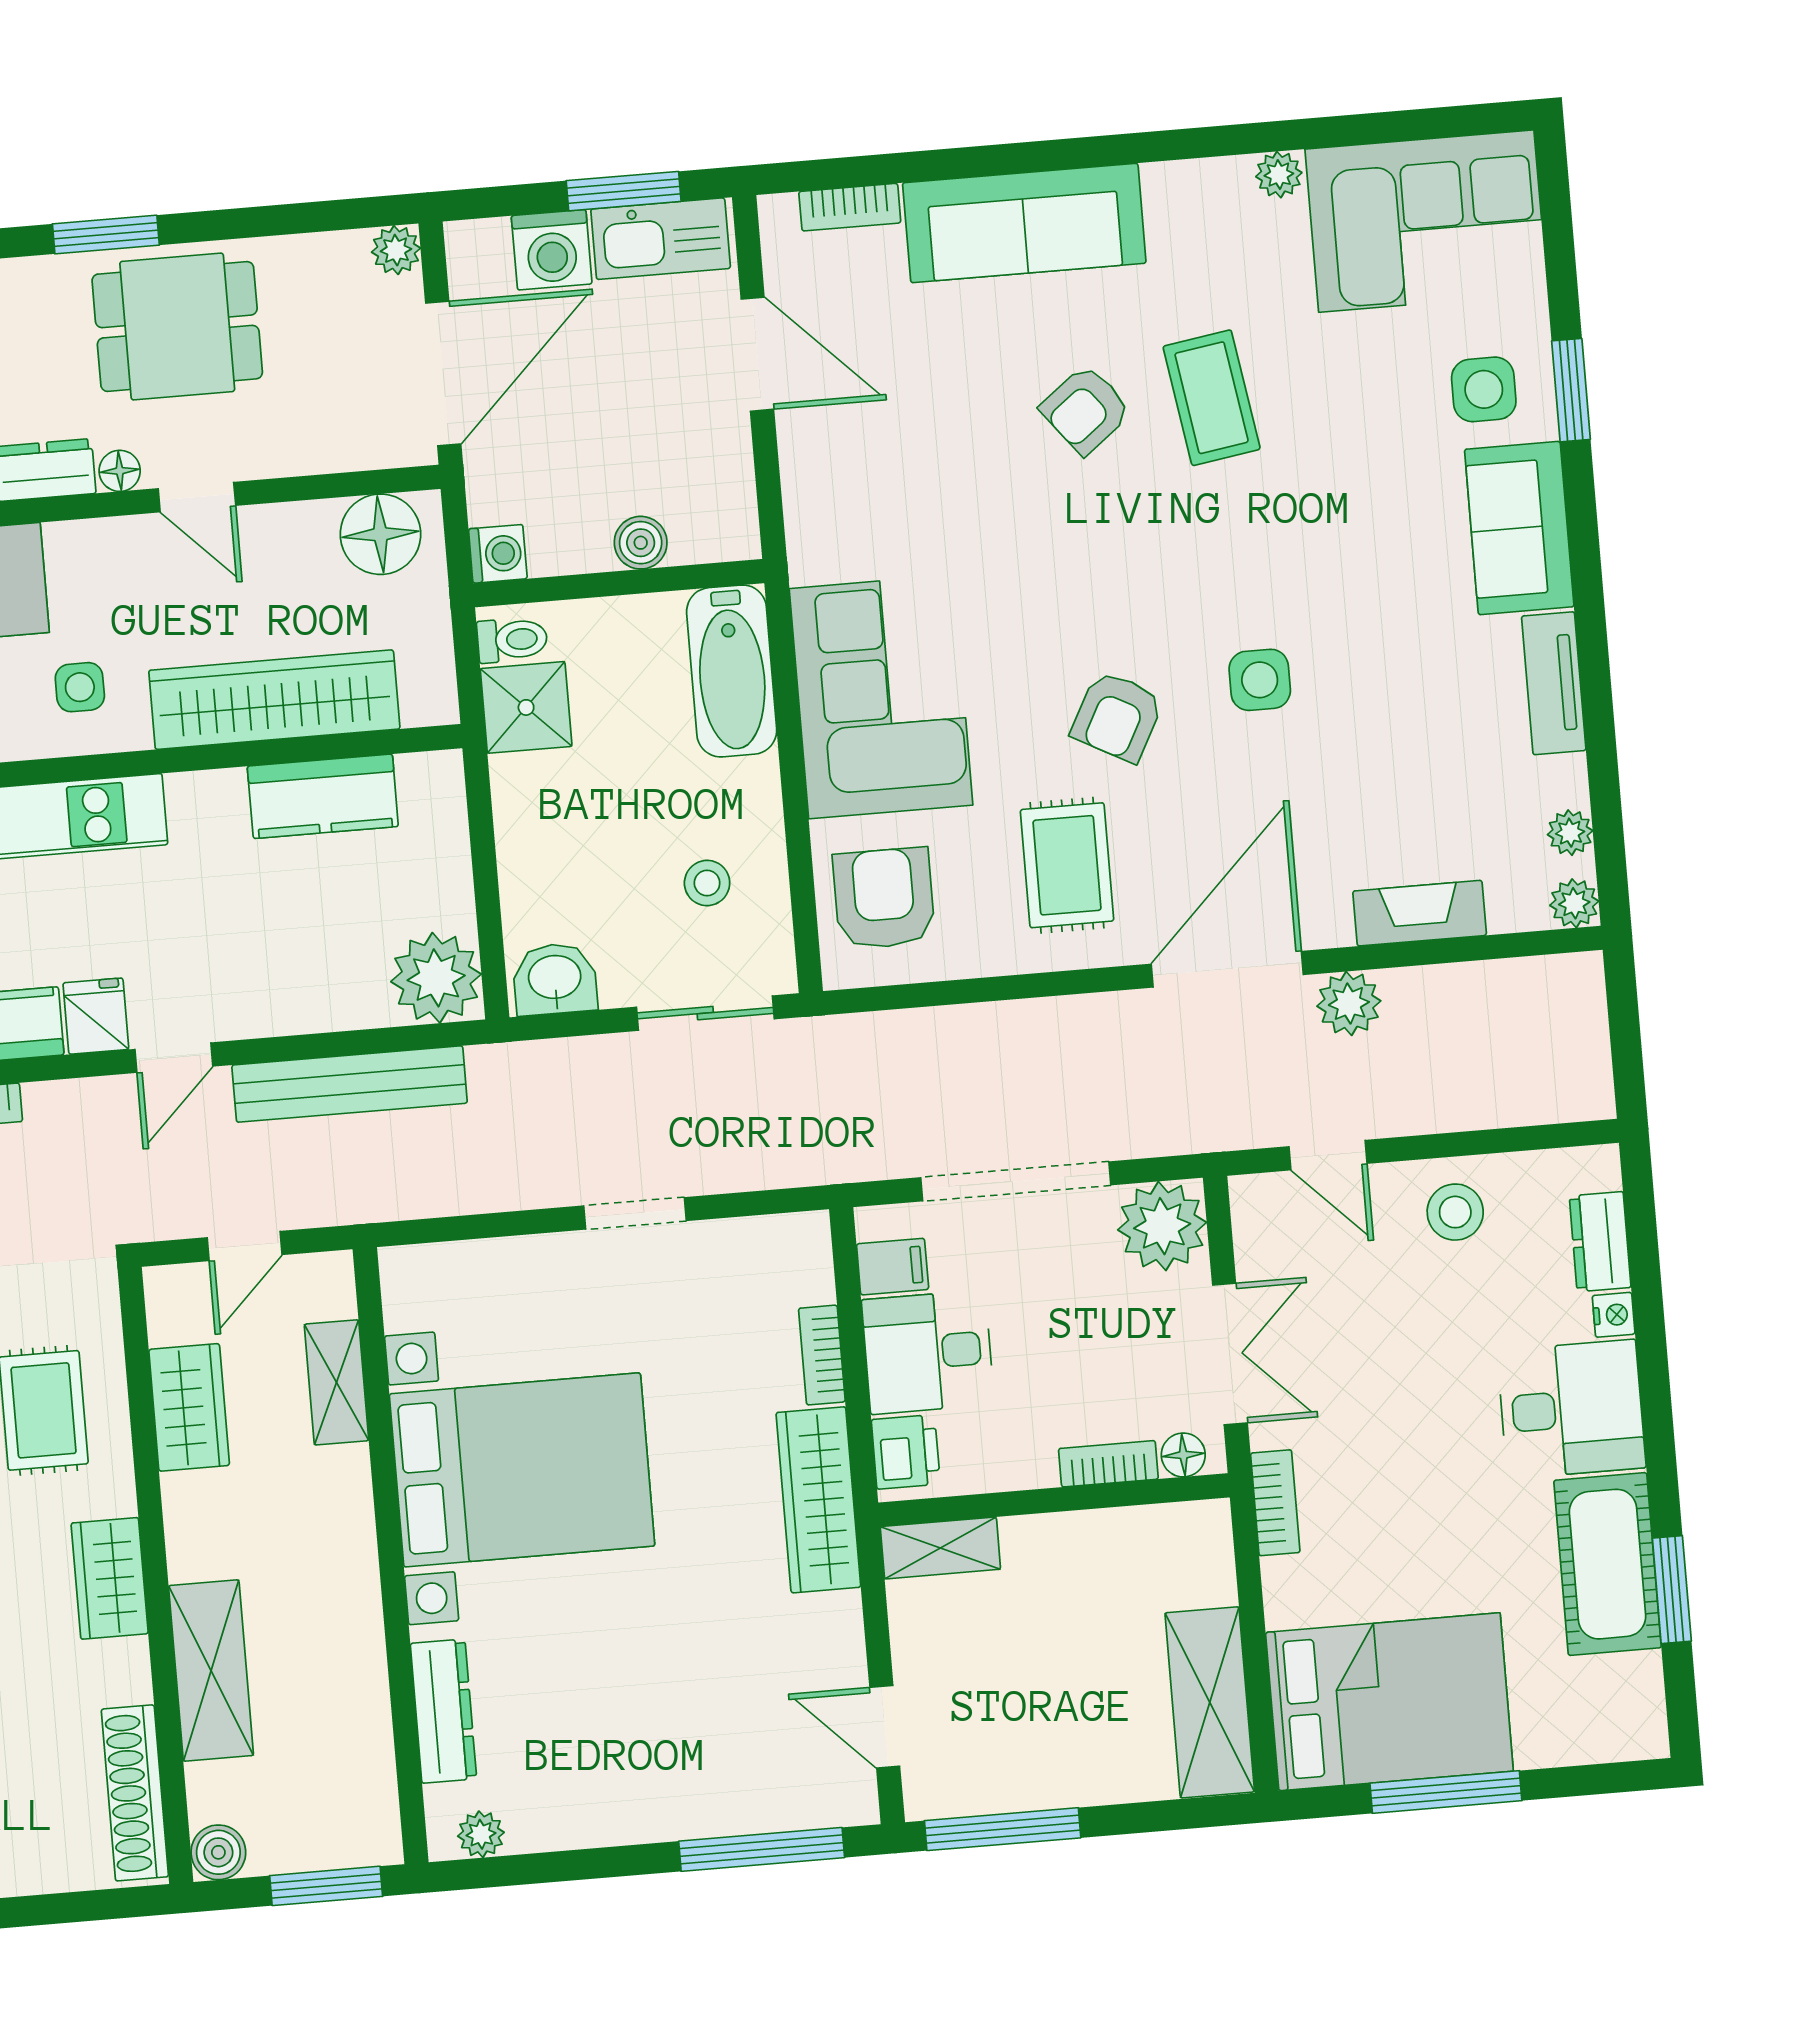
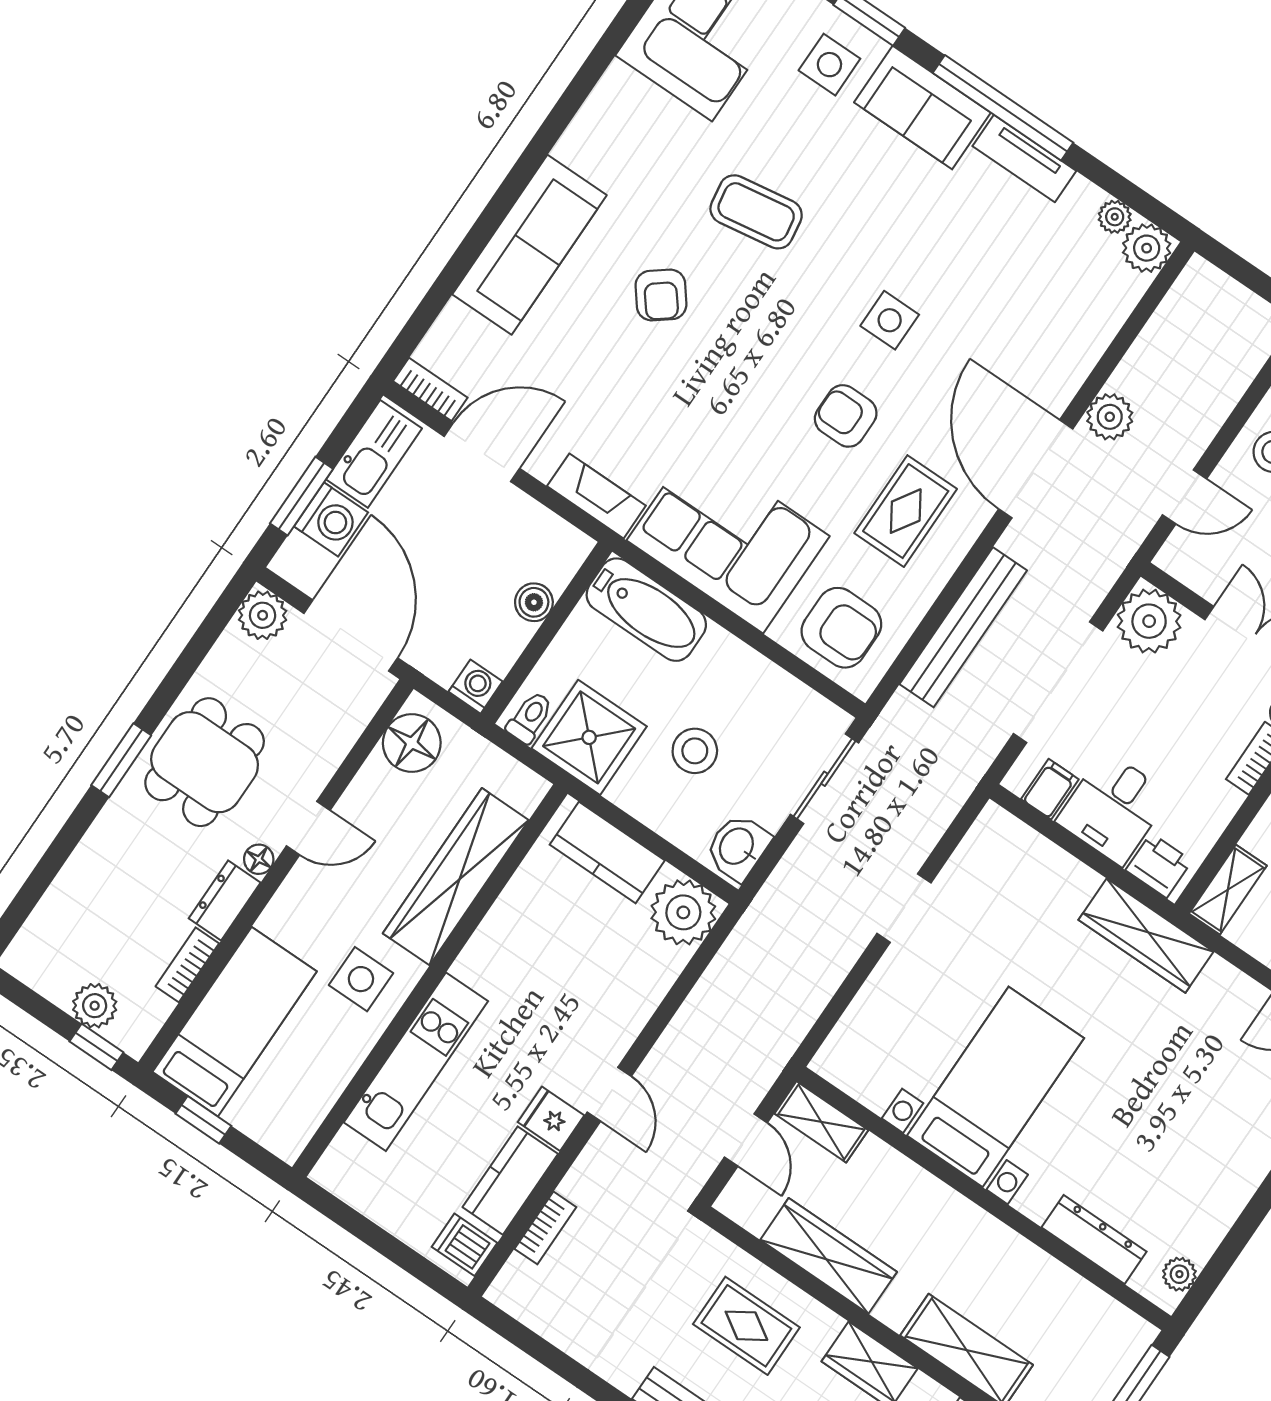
plant: (1279, 175) -> (618, 81), removed
window: (624, 191) -> (301, 496), moved
bookcase: (850, 207) -> (430, 389), moved, turned -90
plant: (396, 250) -> (263, 615), width x1.38, depth x1.38
coffee table: (1212, 398) -> (756, 212), moved
window: (1590, 616) -> (1003, 108), added
side table: (80, 687) -> (361, 979), width x1.37, depth x1.37
shower: (526, 707) -> (589, 737), width x1.36, depth x1.36
armchair: (1117, 716) -> (846, 416), turned 152
kitchen counter: (323, 796) -> (607, 853), moved, turned 90
rug: (1067, 865) -> (906, 511), turned 90
stool: (707, 883) -> (695, 751), moved, width x1.37, depth x1.37
armchair: (884, 898) -> (841, 628), turned 180
plant: (1574, 903) -> (1147, 248), width x1.38, depth x1.38
fireplace: (1420, 913) -> (596, 496), moved, turned 90
bench: (350, 1084) -> (963, 627), moved
bookcase: (822, 1355) -> (1067, 868), removed
shelving: (337, 1382) -> (821, 1122), moved
wardrobe: (189, 1407) -> (829, 1256), width x1.50
bed with nightstands: (522, 1470) -> (996, 1087), width x0.73

